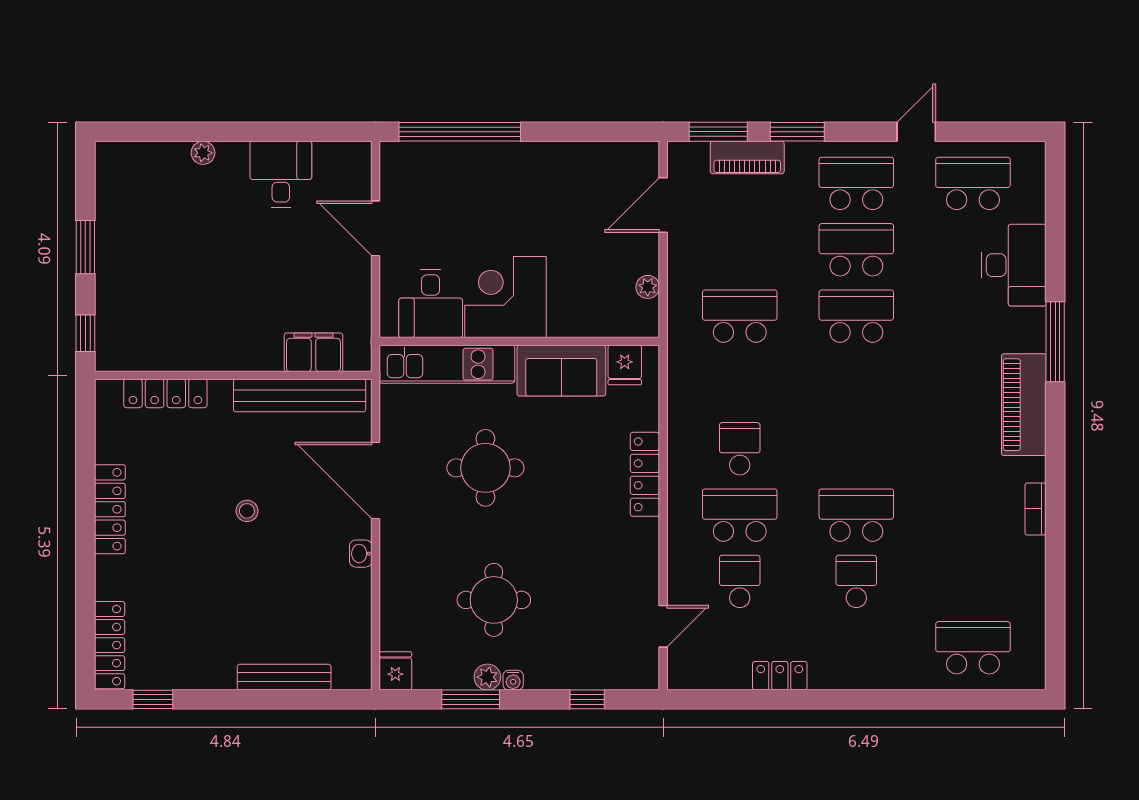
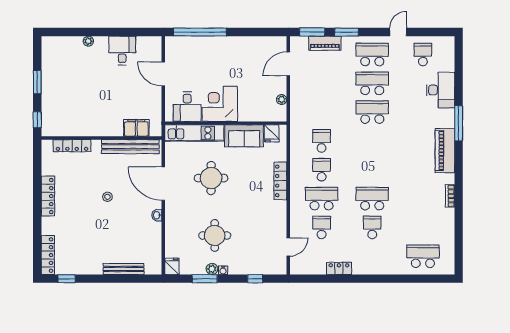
school desk: (973, 183) -> (423, 54), width x0.54
school desk: (740, 316) -> (322, 141), moved, width x0.54

